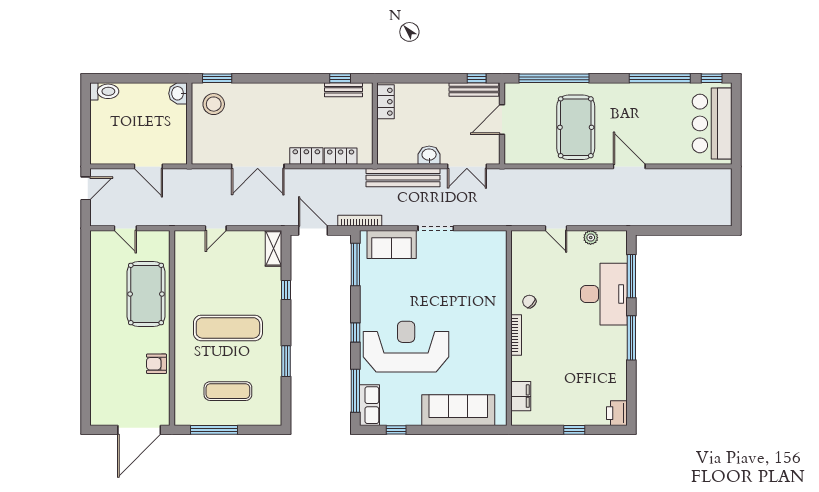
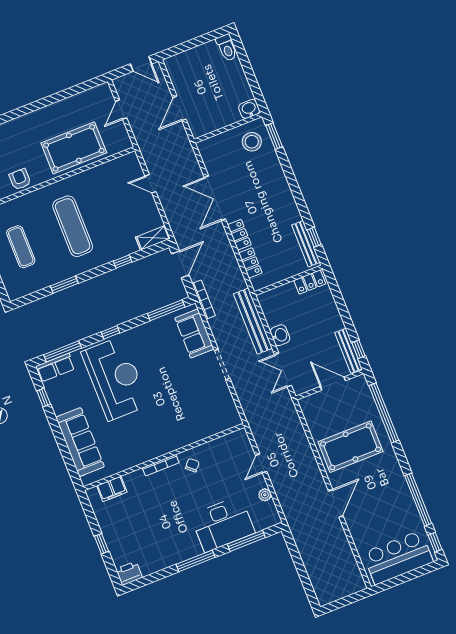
bench: (343, 90) -> (306, 244), width x1.36

